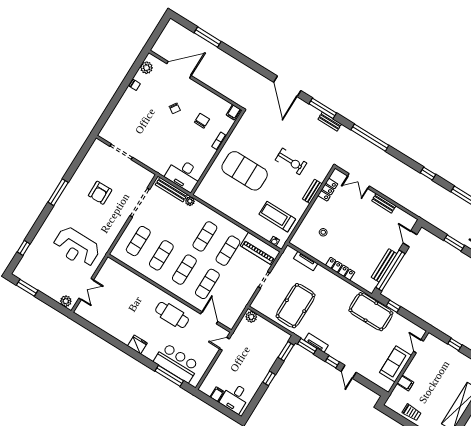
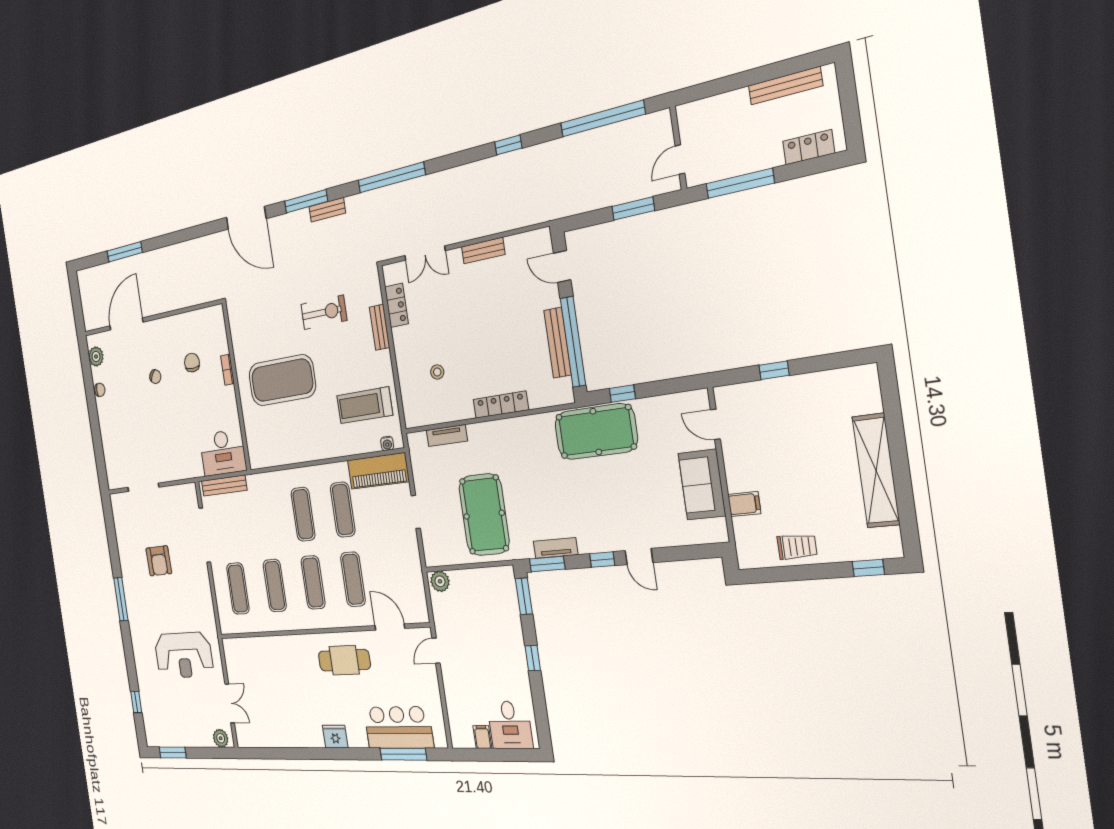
filing cabinet: (233, 112) -> (215, 316), removed
plant: (190, 201) -> (253, 482), removed

